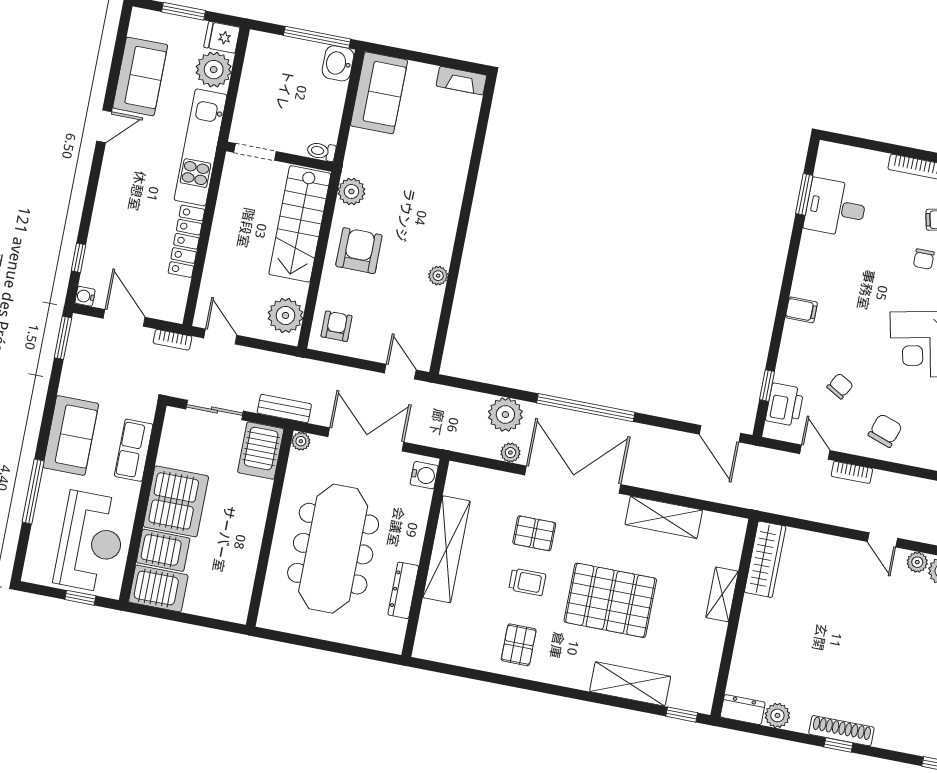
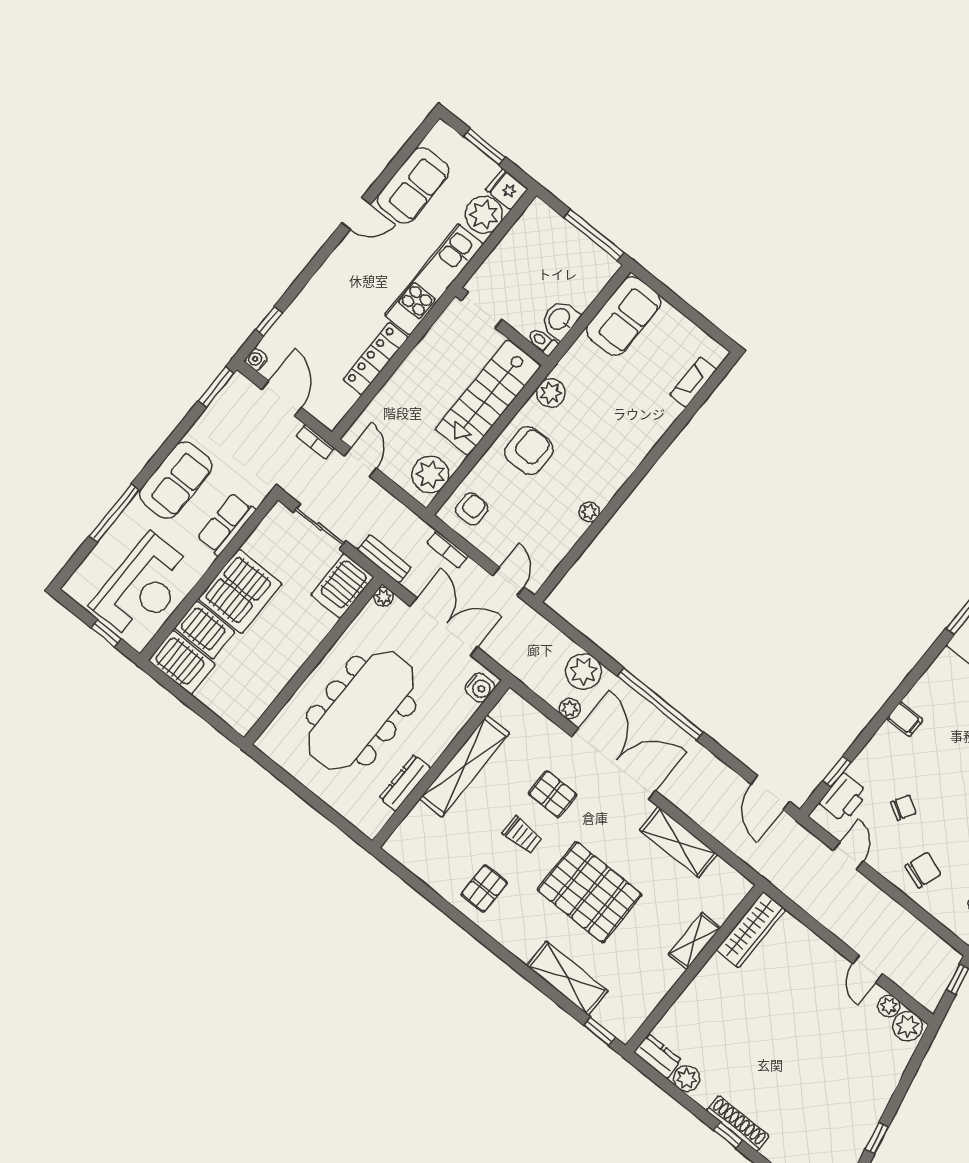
washbasin: (338, 63) -> (560, 319), moved
fireplace: (461, 81) -> (693, 382), moved, turned 90
bookcase: (852, 472) -> (448, 549), moved

